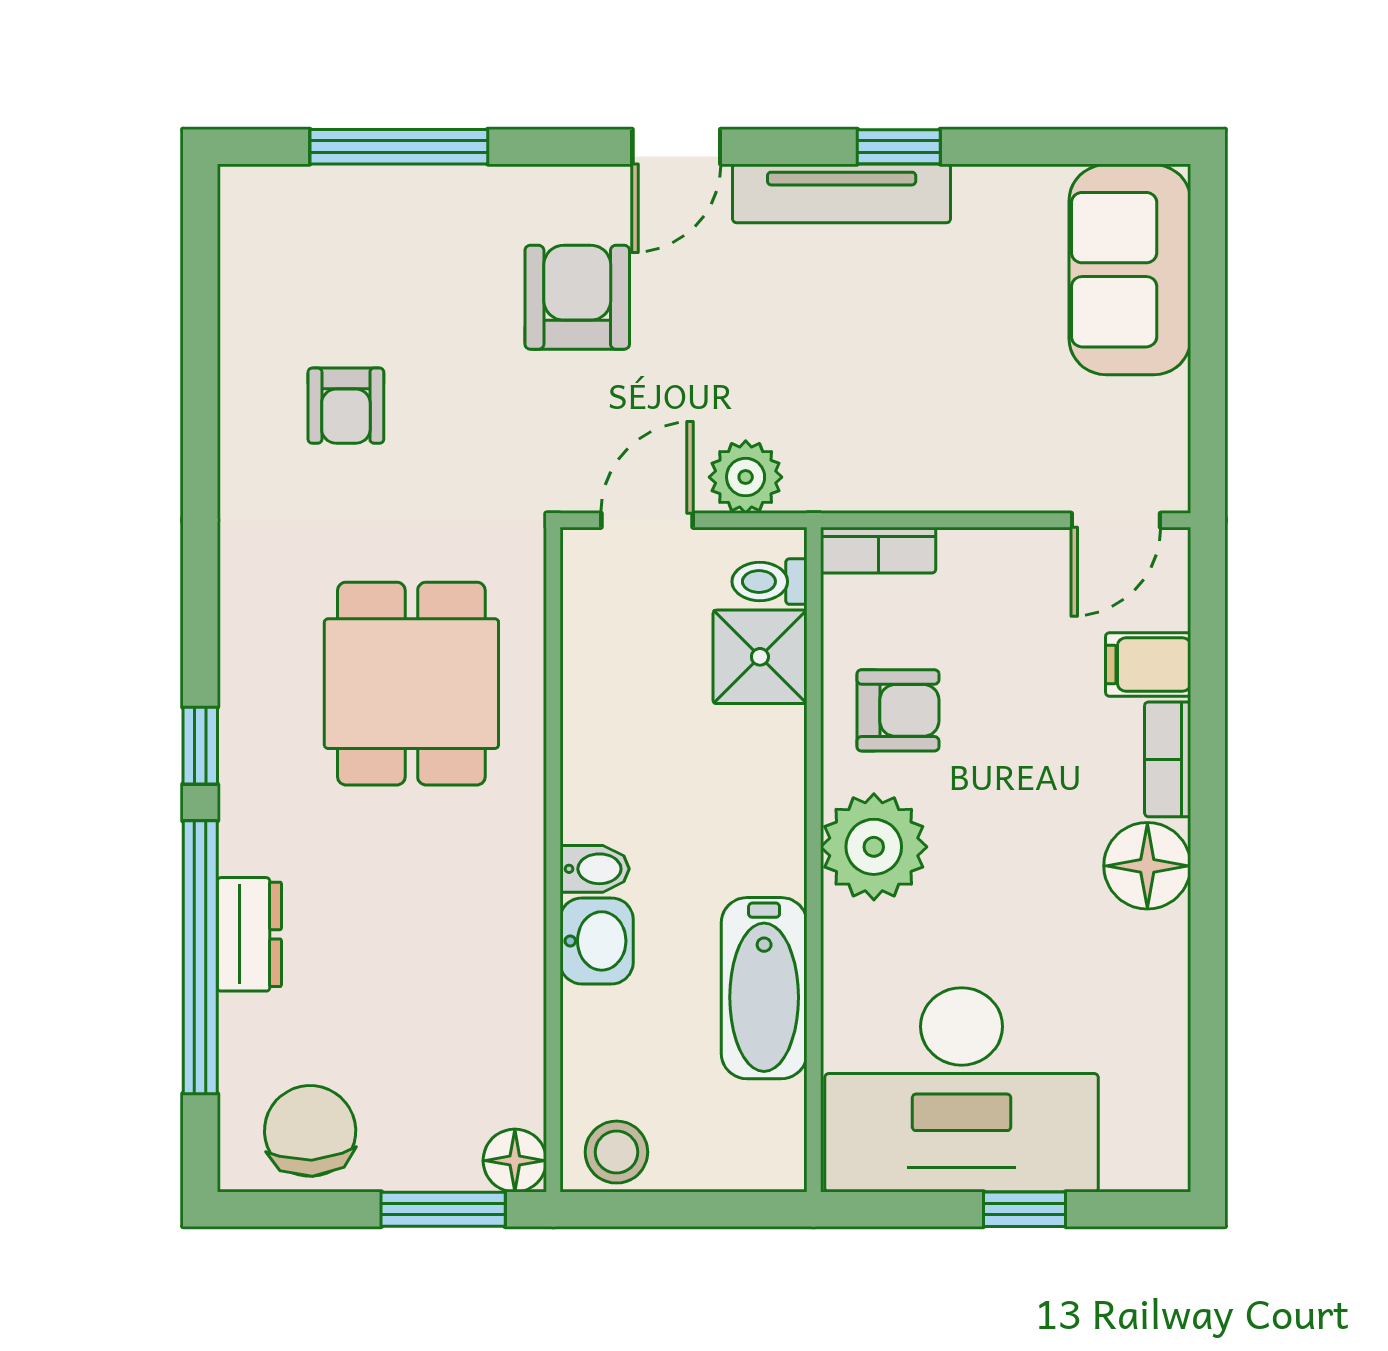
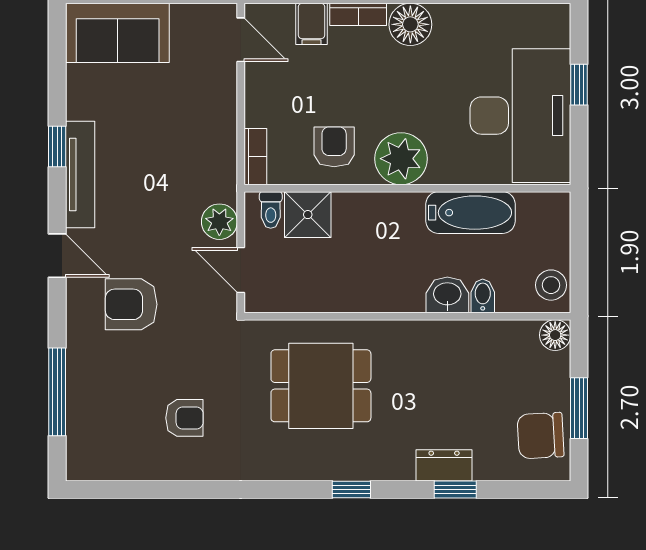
bidet: (595, 869) -> (483, 296), moved
window: (200, 957) -> (455, 490), width x0.32
window: (443, 1209) -> (579, 408), moved

